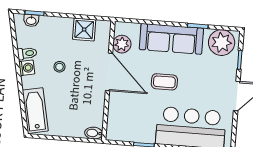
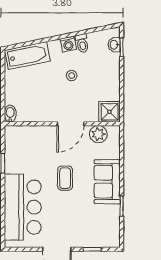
shower: (84, 30) -> (110, 112), moved
sofa: (171, 39) -> (107, 182), width x0.73
plant: (222, 43) -> (107, 230), removed
door: (109, 72) -> (70, 124), width x0.73

